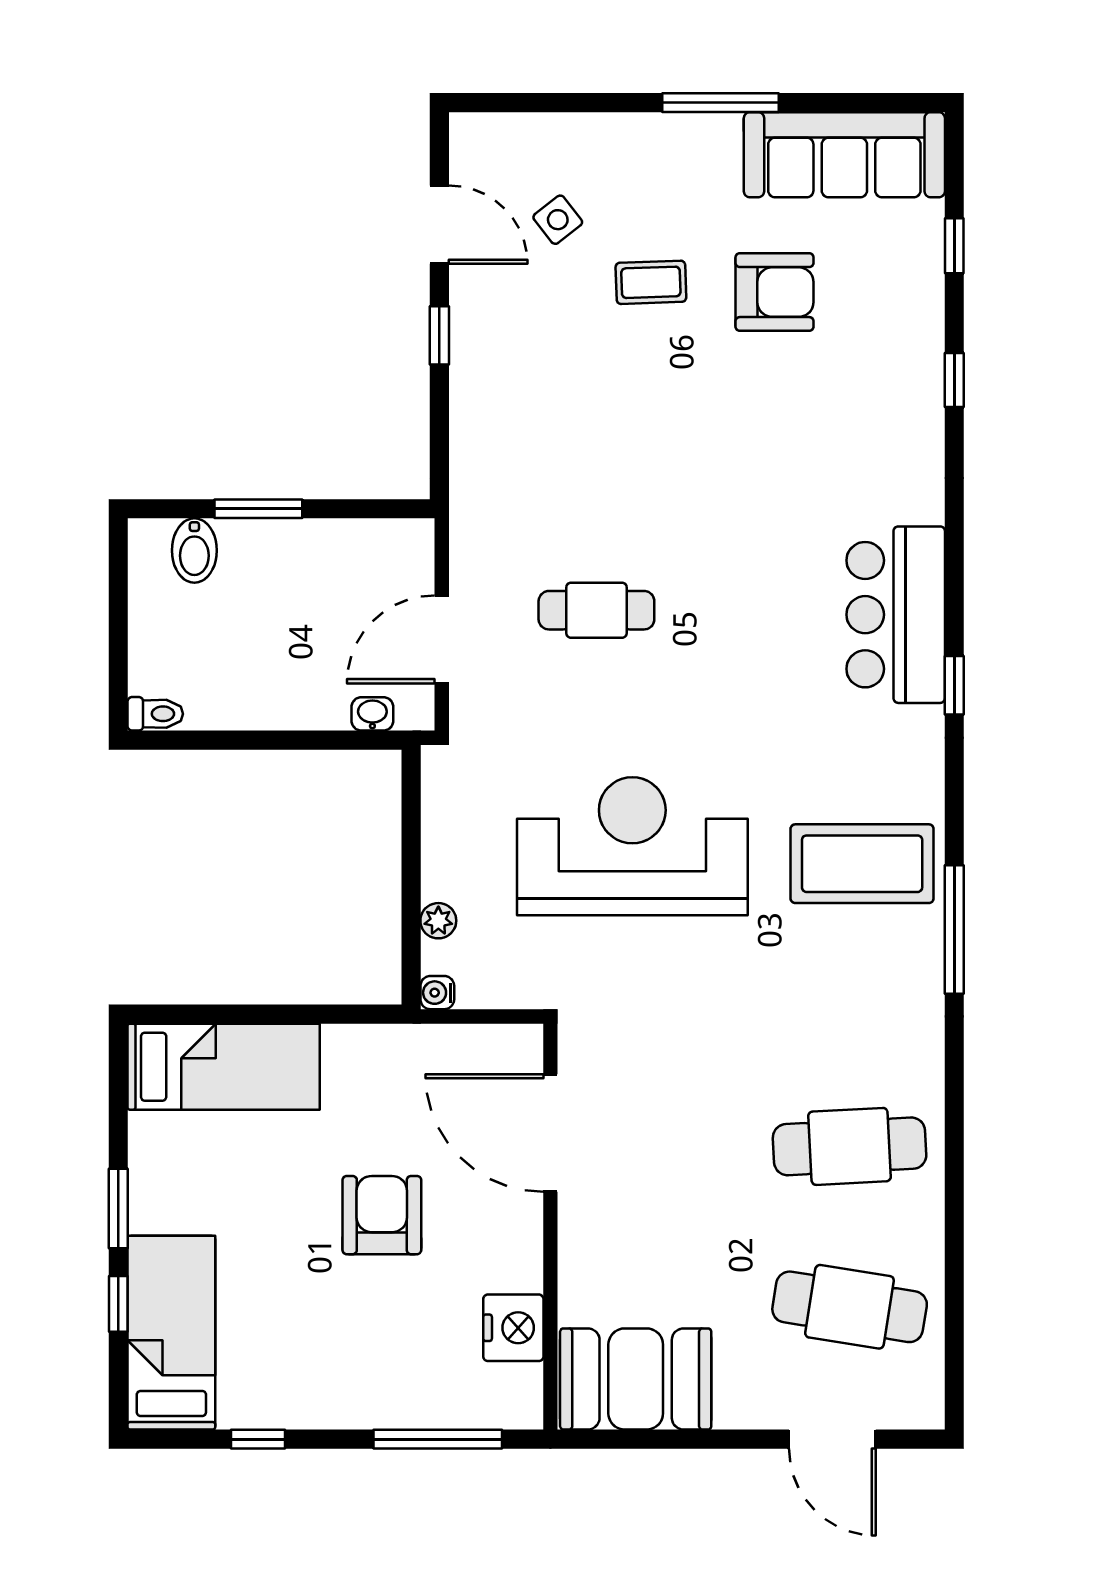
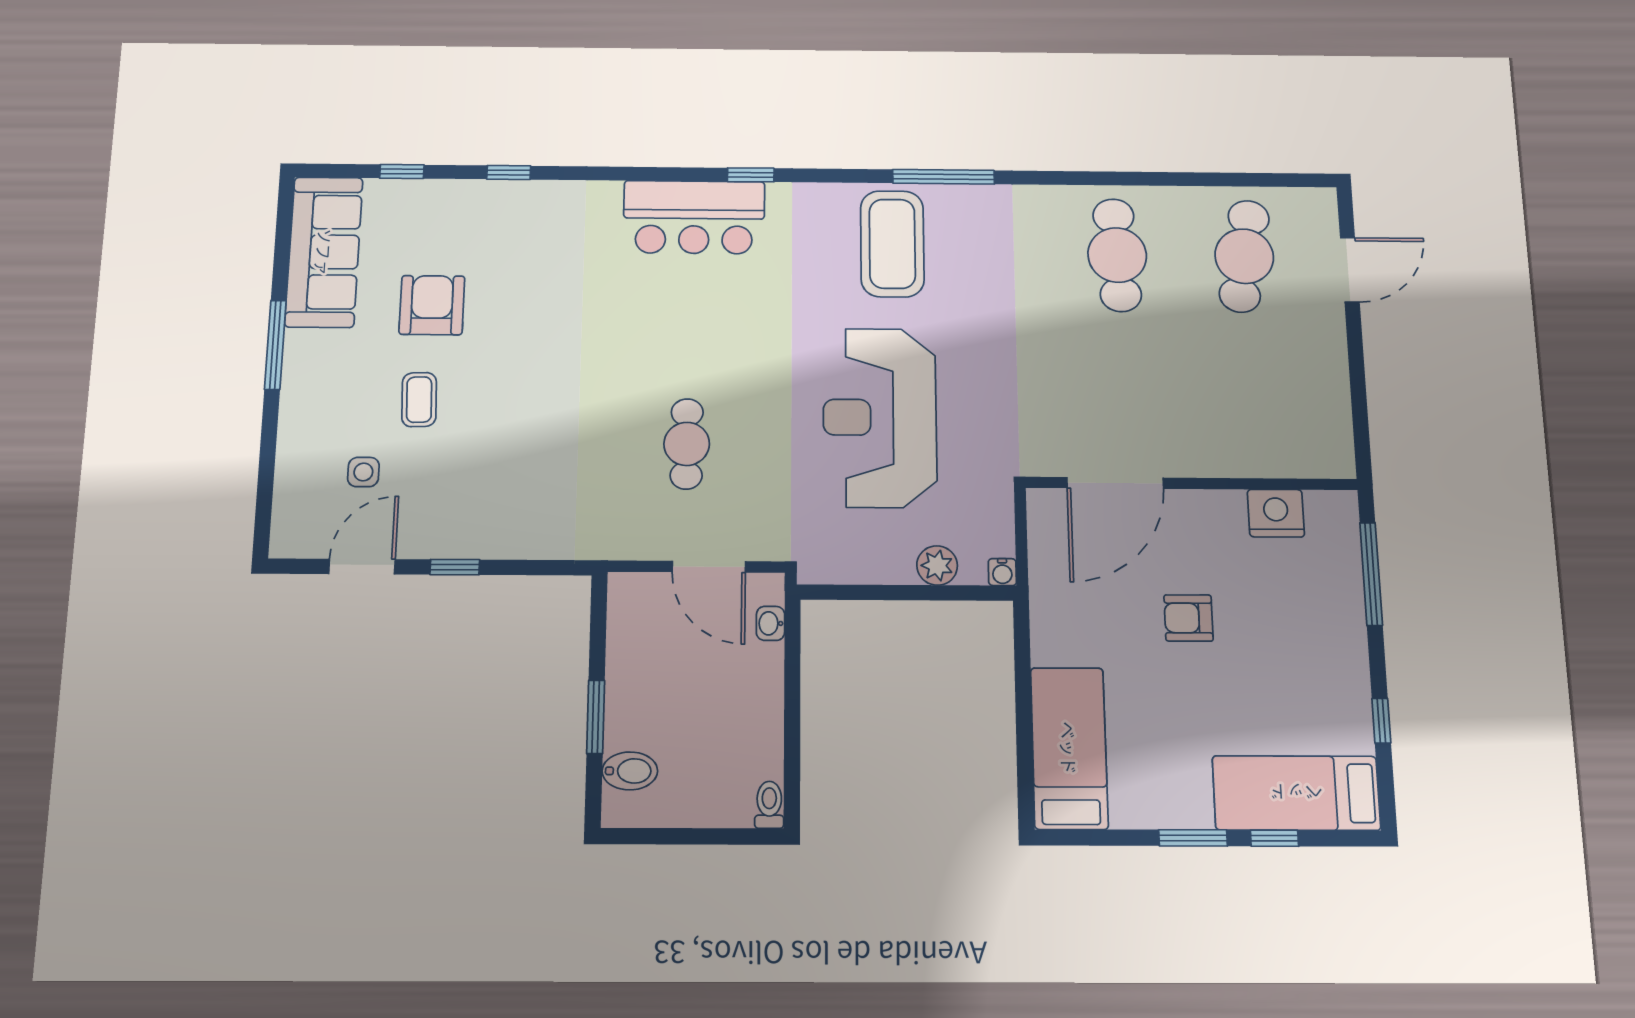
side table: (558, 220) -> (363, 472), turned 38
plant: (438, 921) -> (937, 566), width x1.38, depth x1.38
armchair: (382, 1215) -> (1188, 618), width x0.72, depth x0.72
booth: (636, 1379) -> (1312, 418), removed

